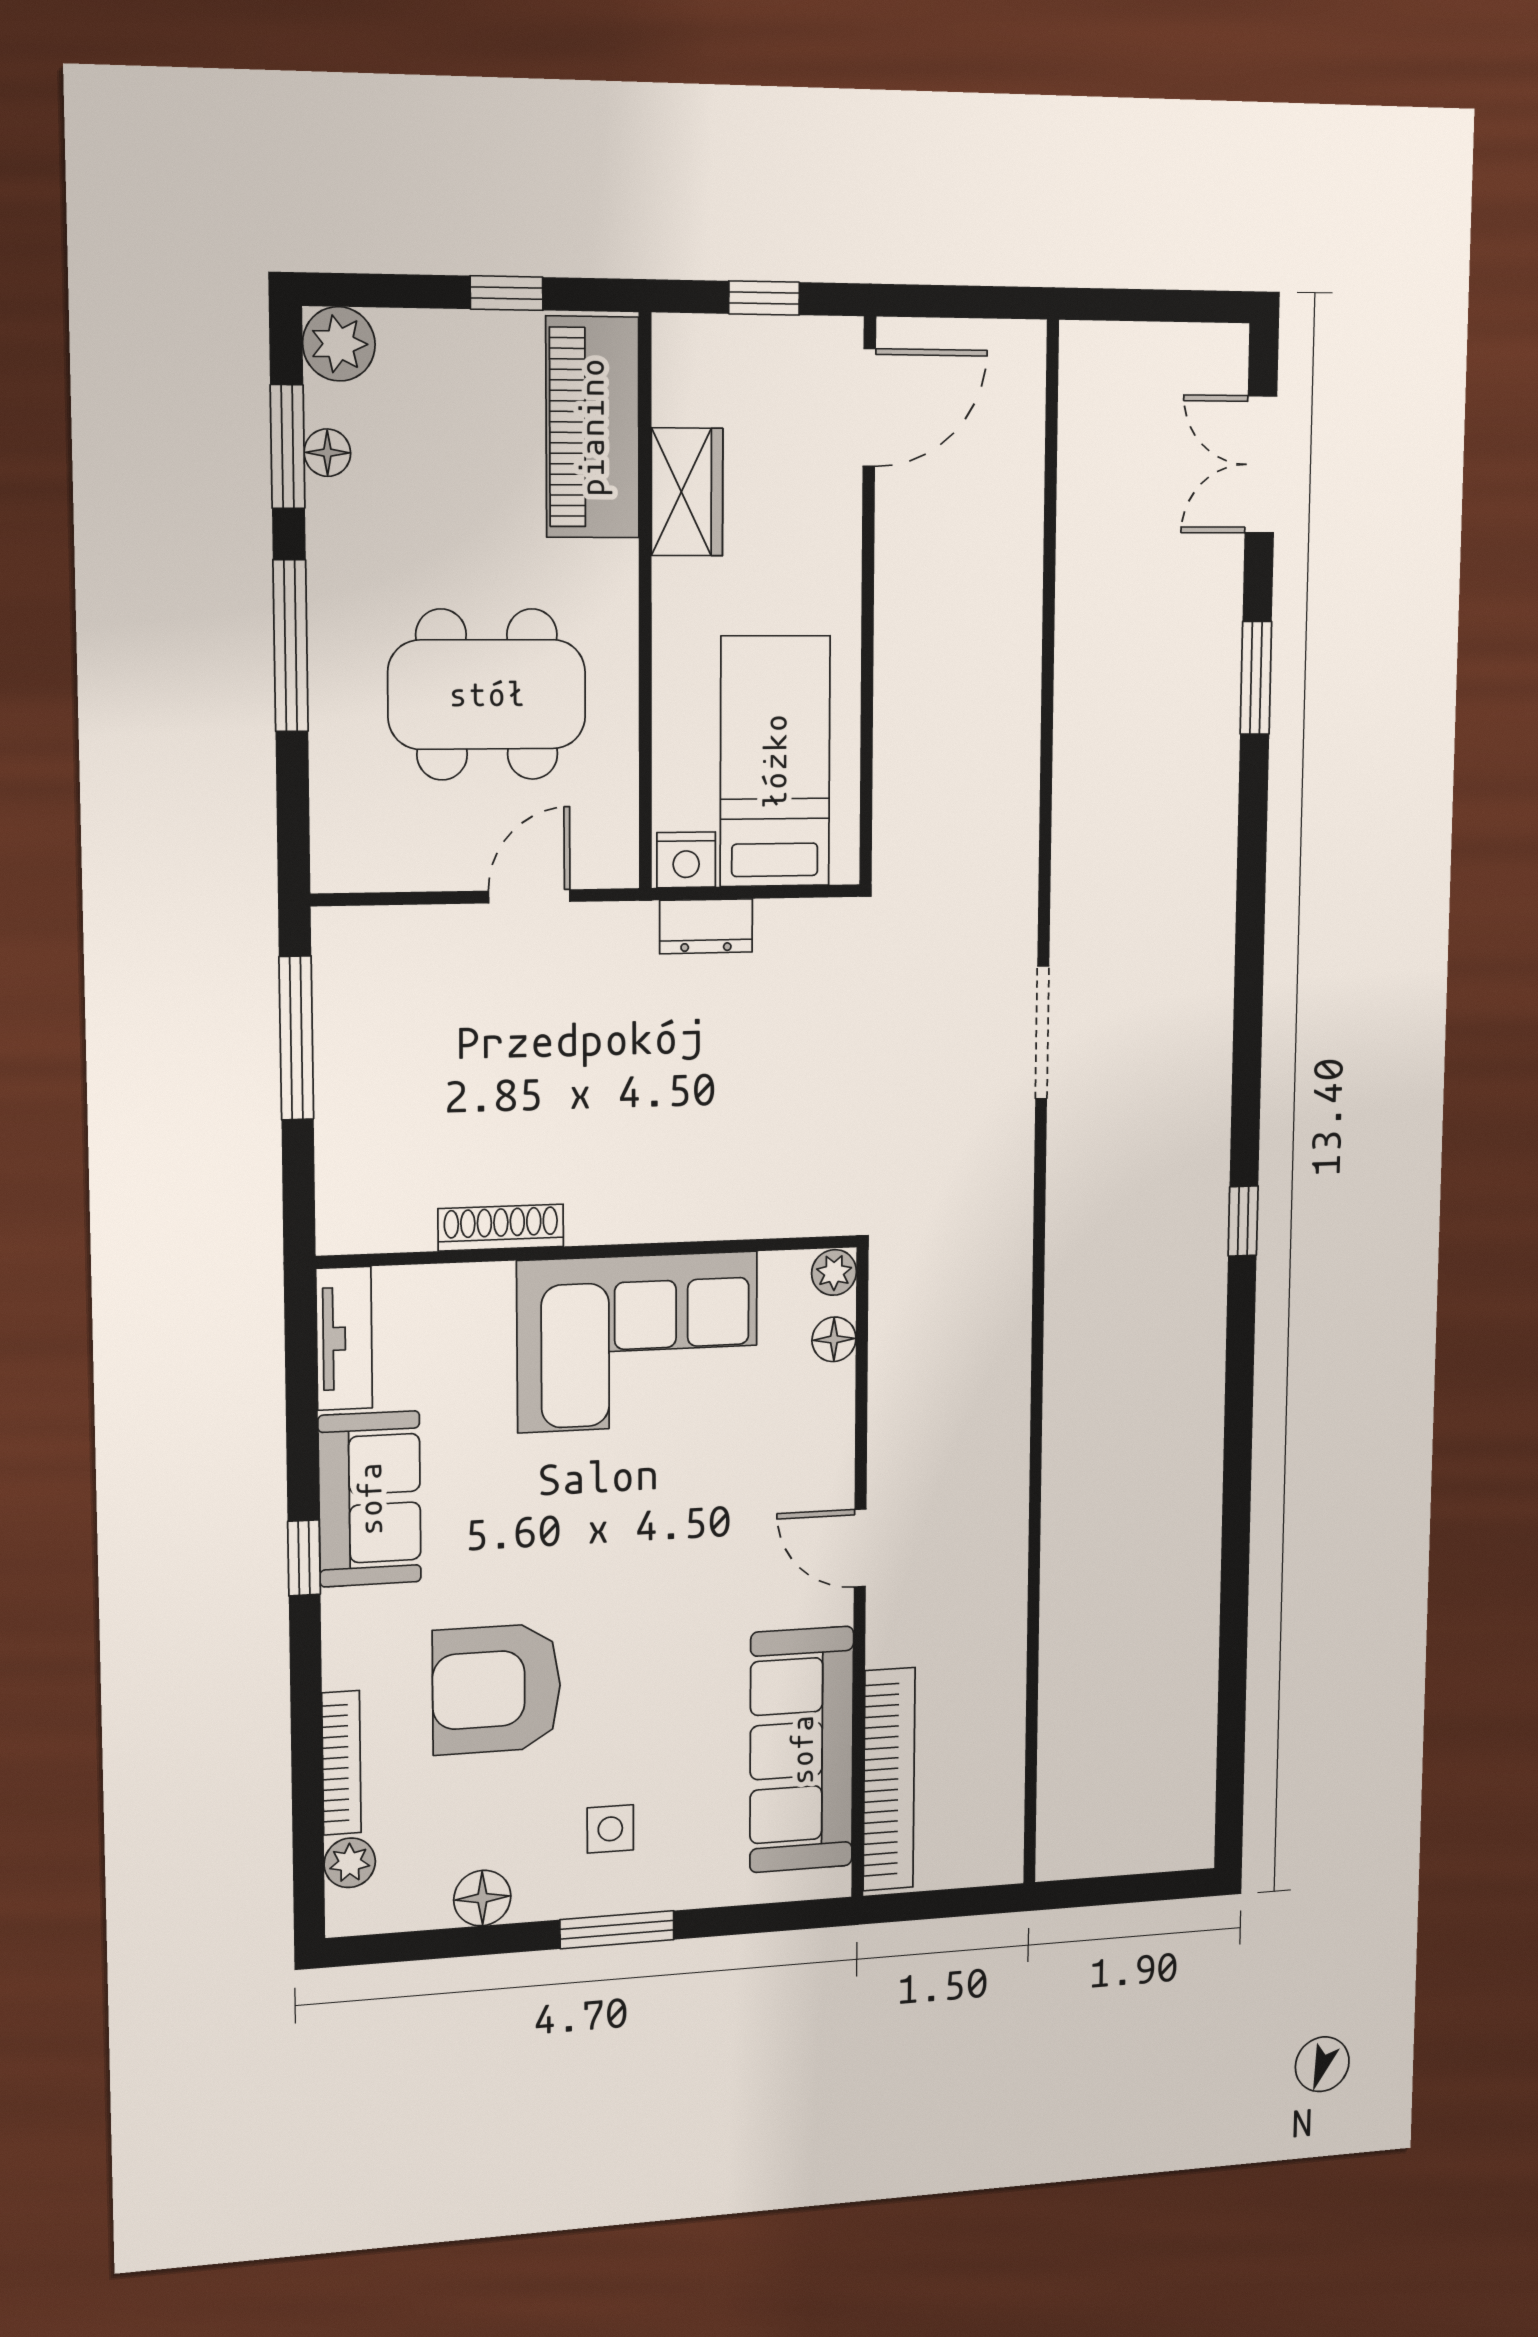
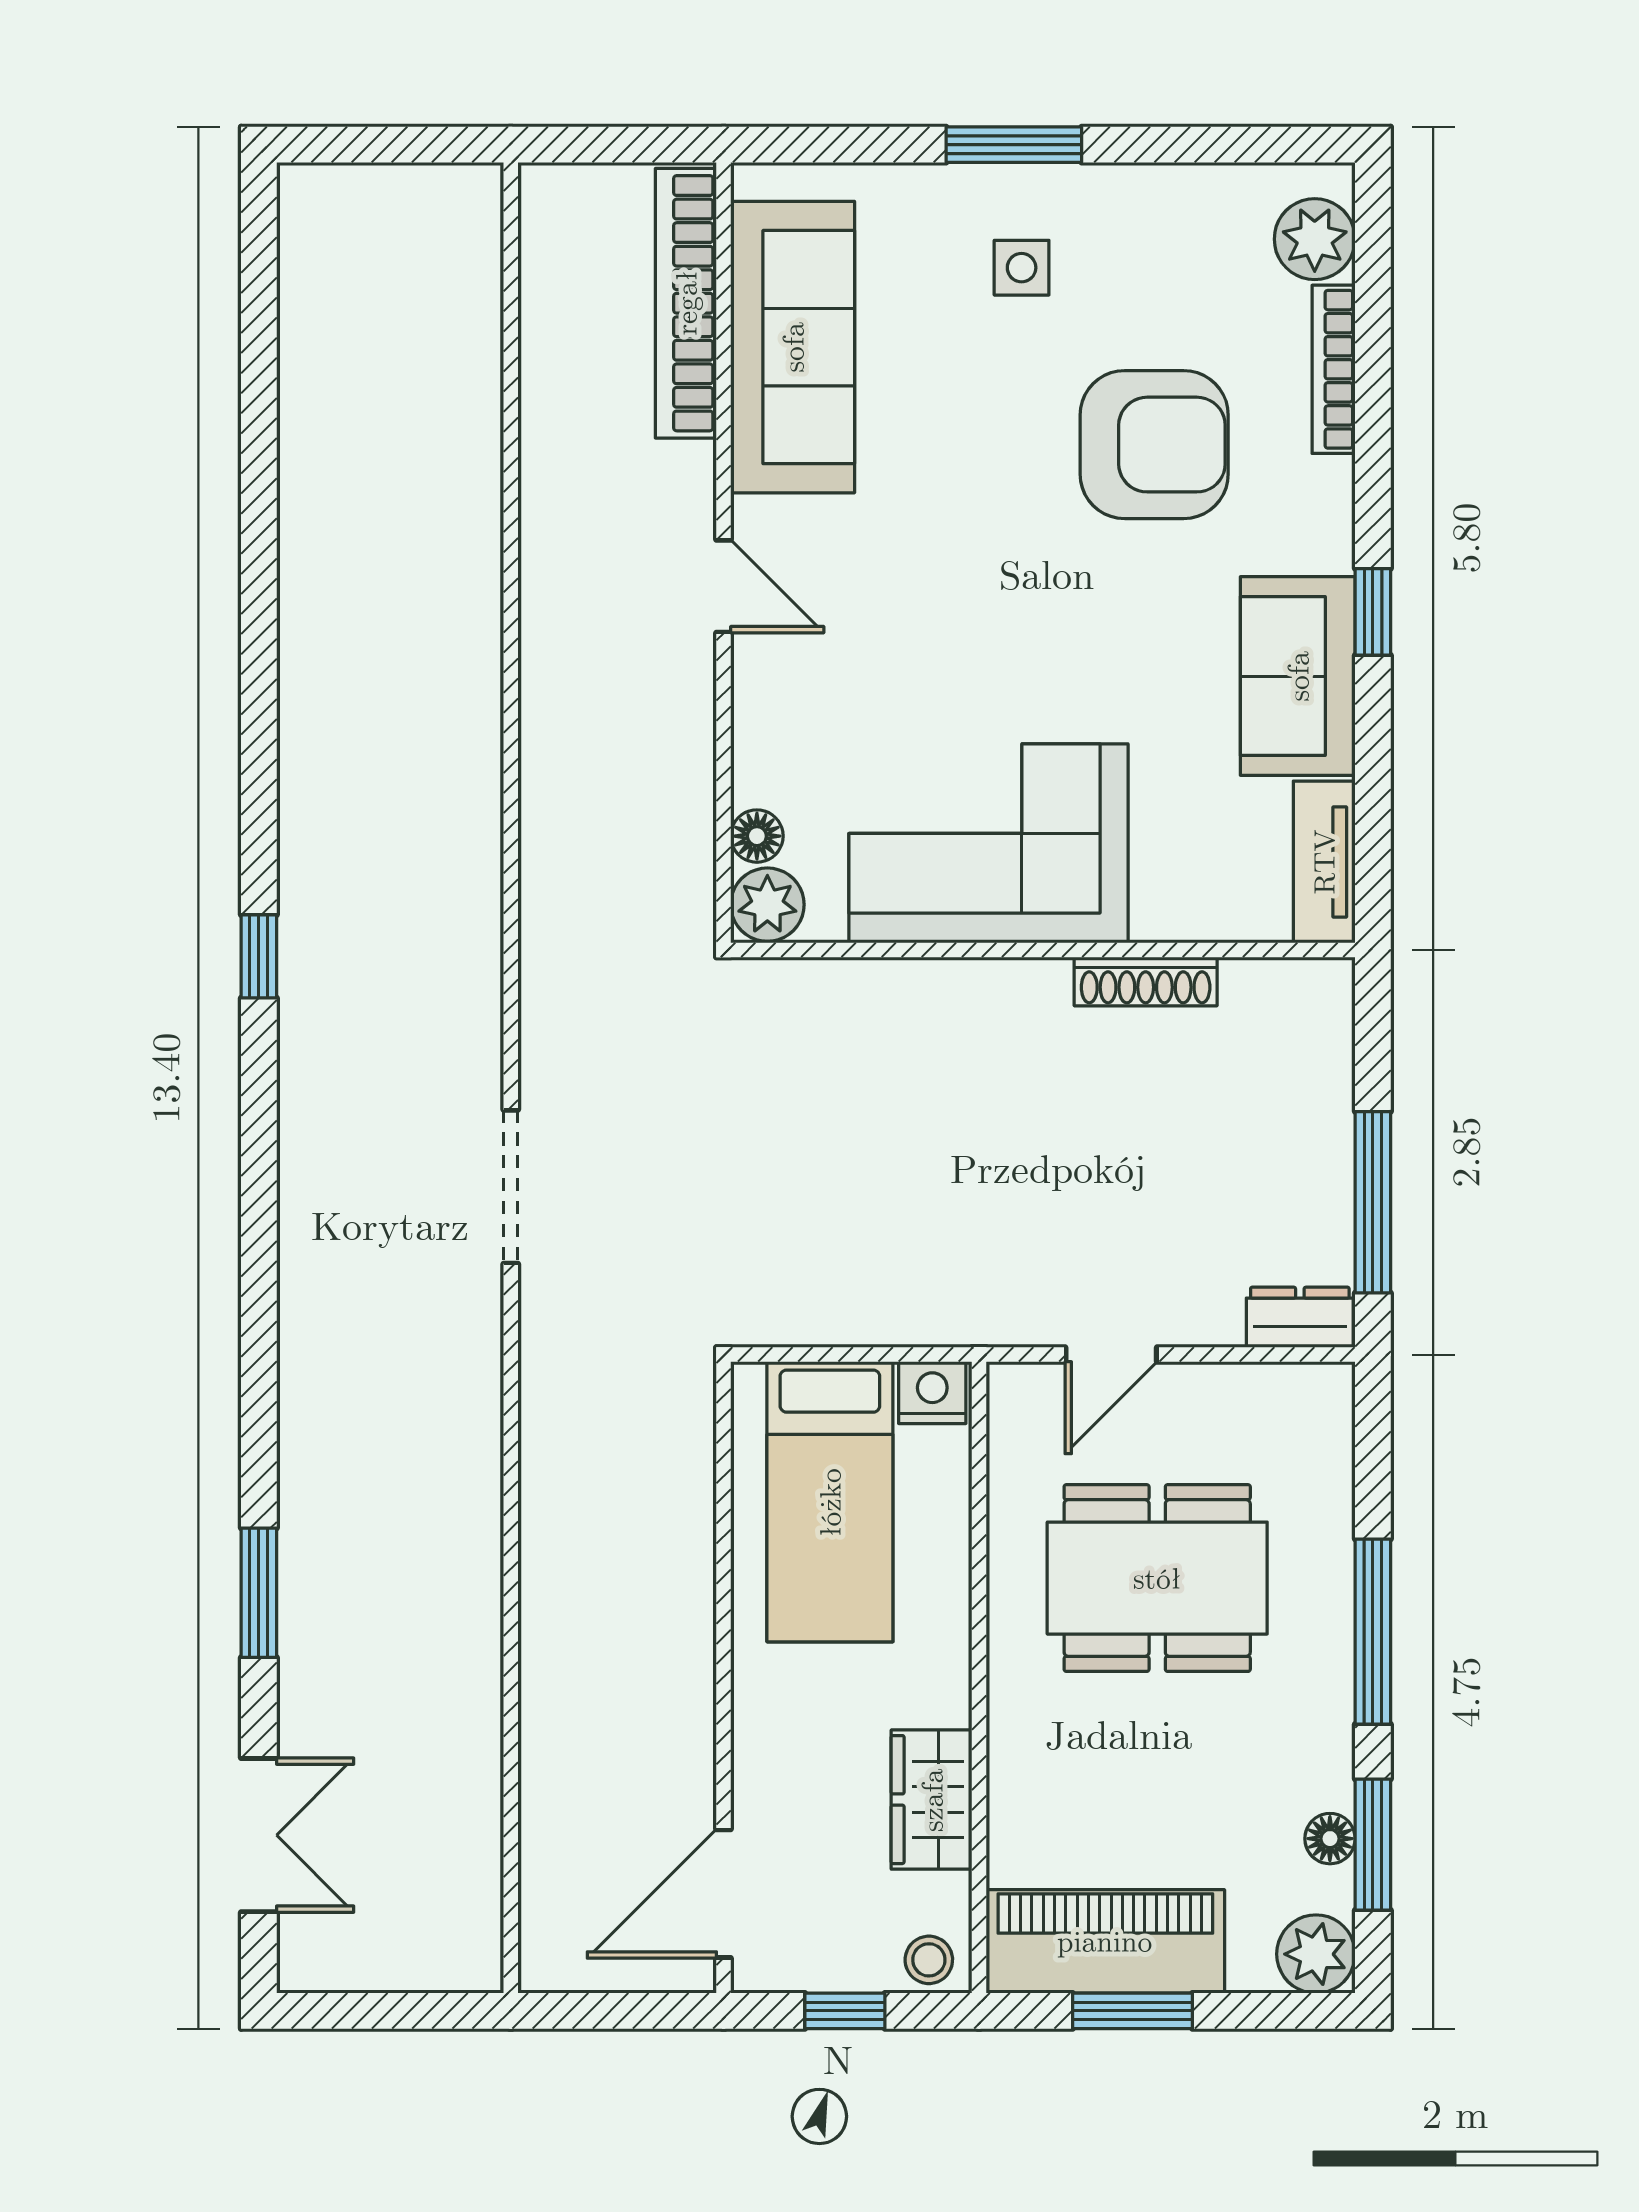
window: (507, 293) -> (1133, 2011), width x1.50
stool: (690, 344) -> (929, 1960), added
piano: (592, 427) -> (1105, 1941), moved, turned -90
dresser: (706, 926) -> (1300, 1317), moved
plant: (834, 1272) -> (767, 905), width x1.38, depth x1.38
plant: (350, 1863) -> (1315, 239), width x1.38, depth x1.38
floor lamp: (482, 1898) -> (1173, 196), removed

